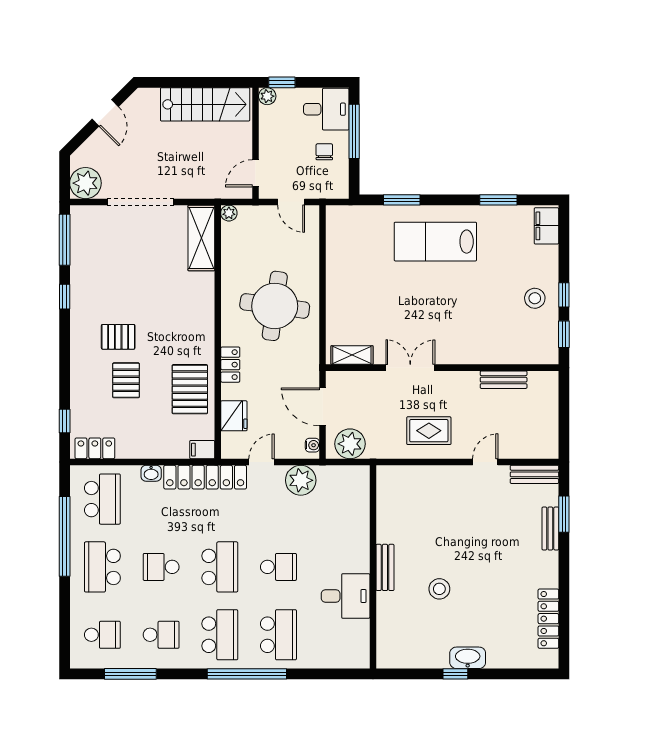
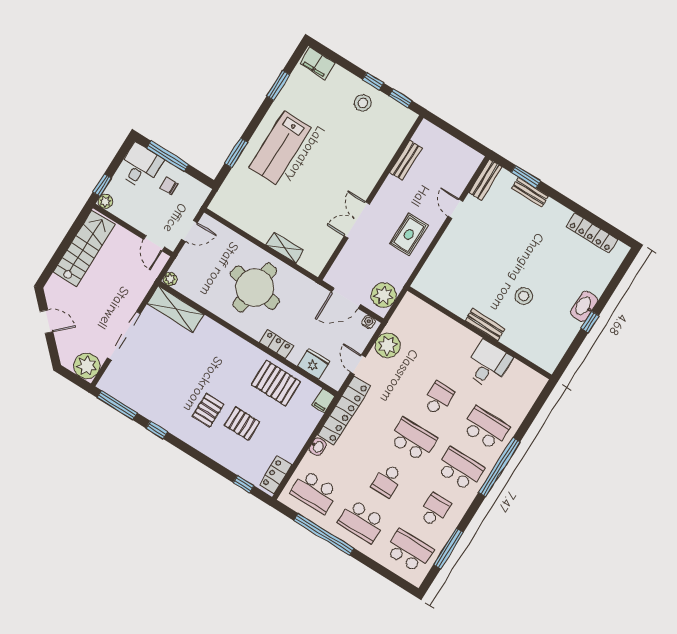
shelving: (352, 355) -> (285, 248), moved, turned 90
school desk: (102, 499) -> (314, 492), turned 180
school desk: (102, 635) -> (409, 551), width x1.85

